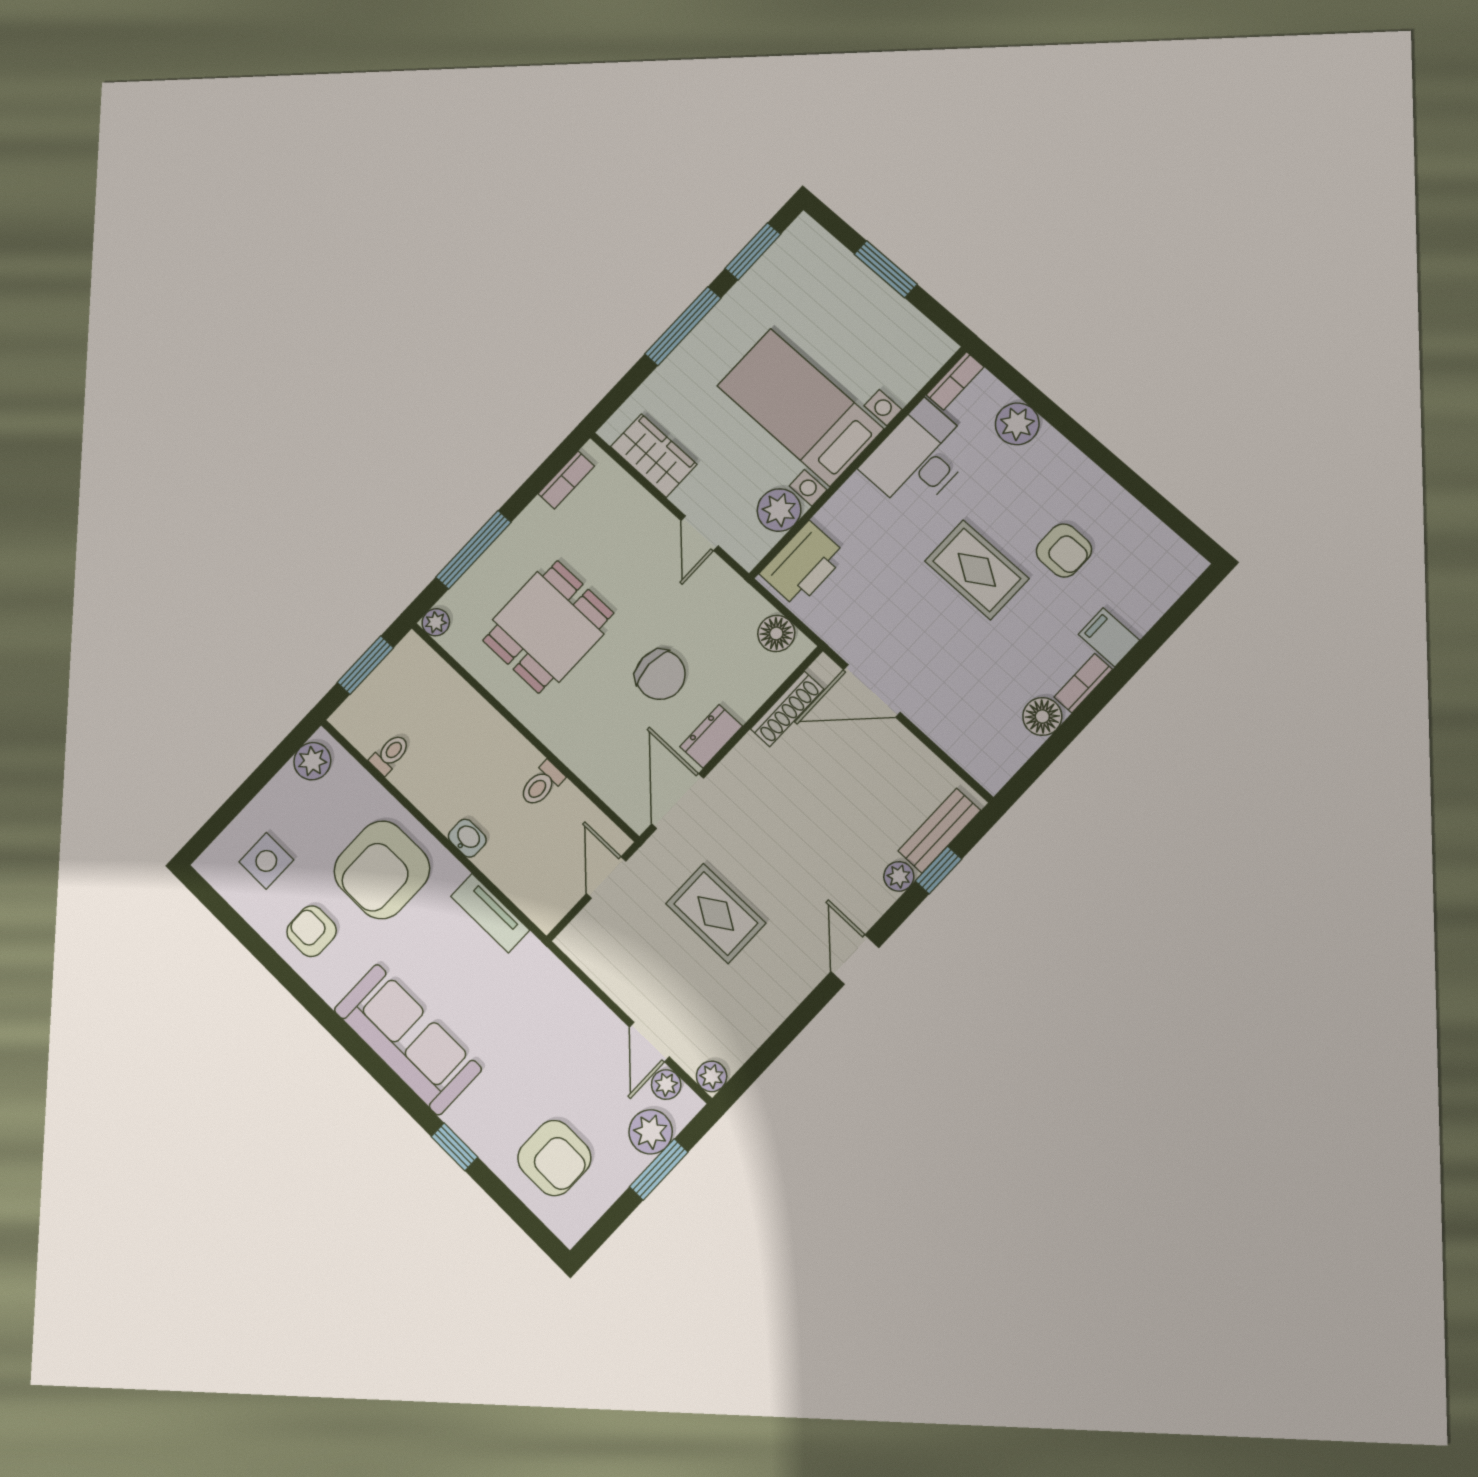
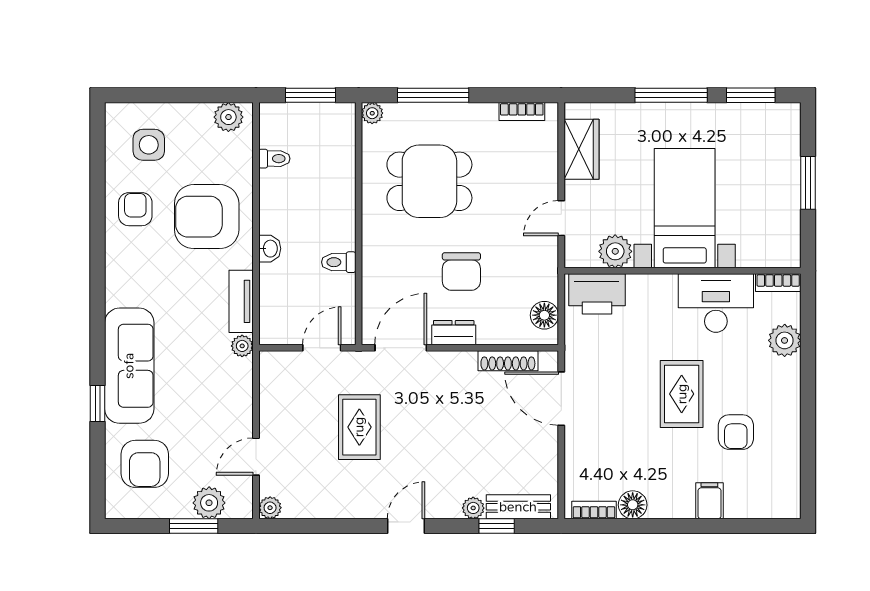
bookcase: (1083, 683) -> (594, 510), moved
sofa: (408, 1039) -> (129, 366), moved
plant: (666, 1085) -> (242, 346), moved

